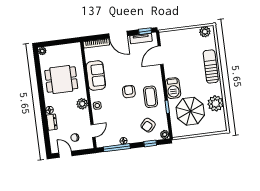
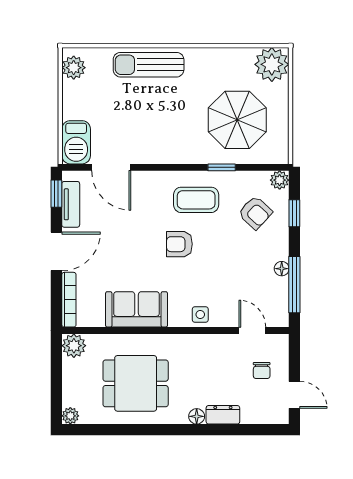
dining table: (61, 80) -> (136, 383), turned 90
barbecue: (173, 88) -> (76, 142), moved, turned 90
plant: (216, 103) -> (272, 64), moved
plant: (82, 104) -> (74, 346), moved
door: (65, 154) -> (294, 395), swing flipped

